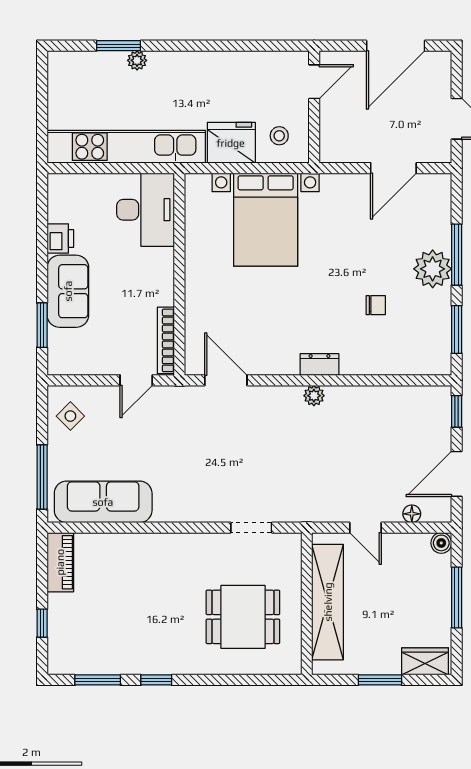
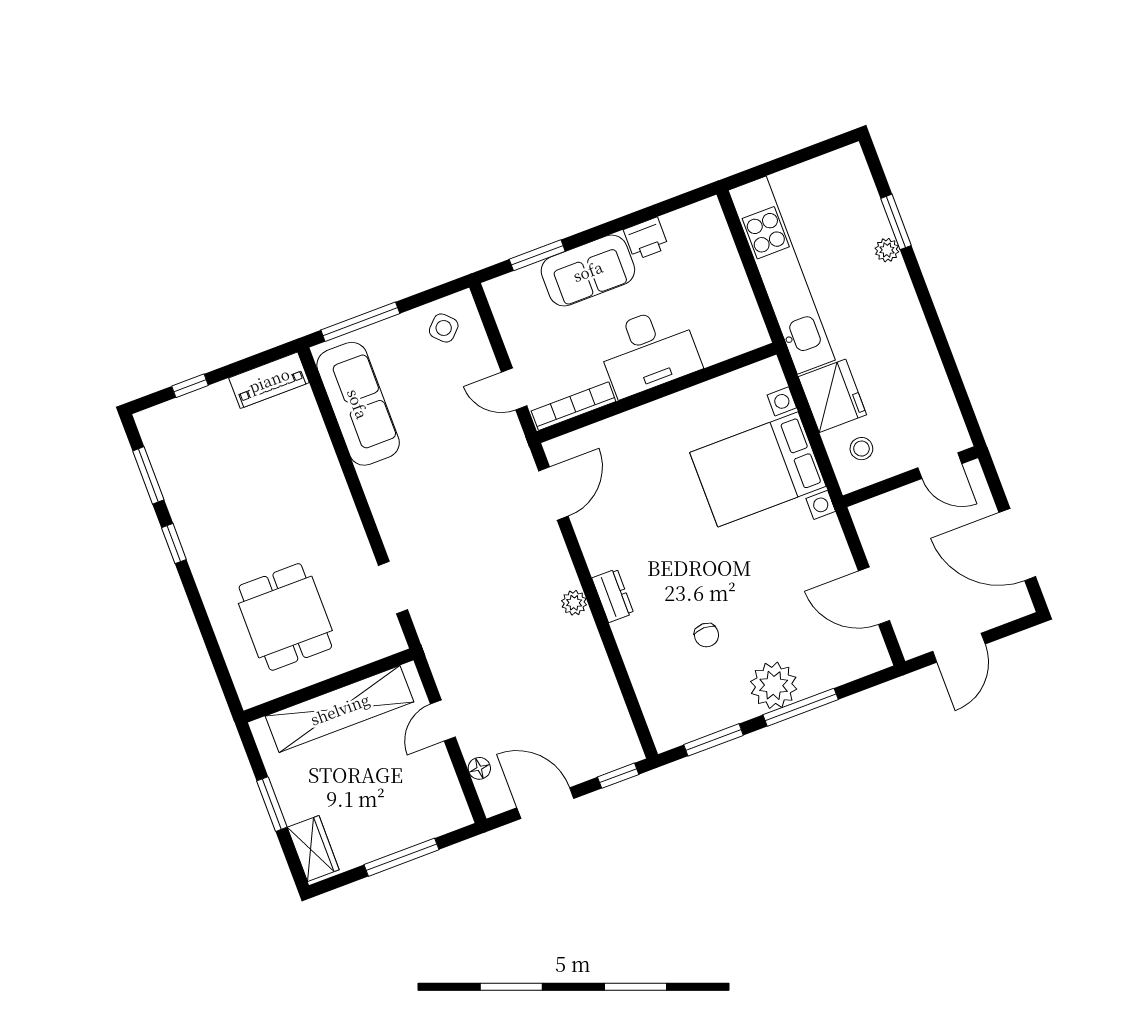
desk: (146, 210) -> (648, 351), moved
boiler: (441, 543) -> (458, 815), removed

